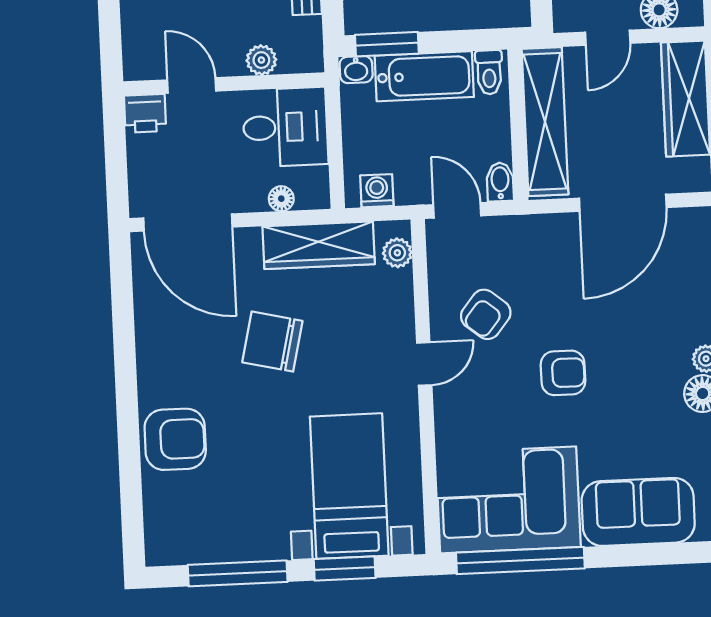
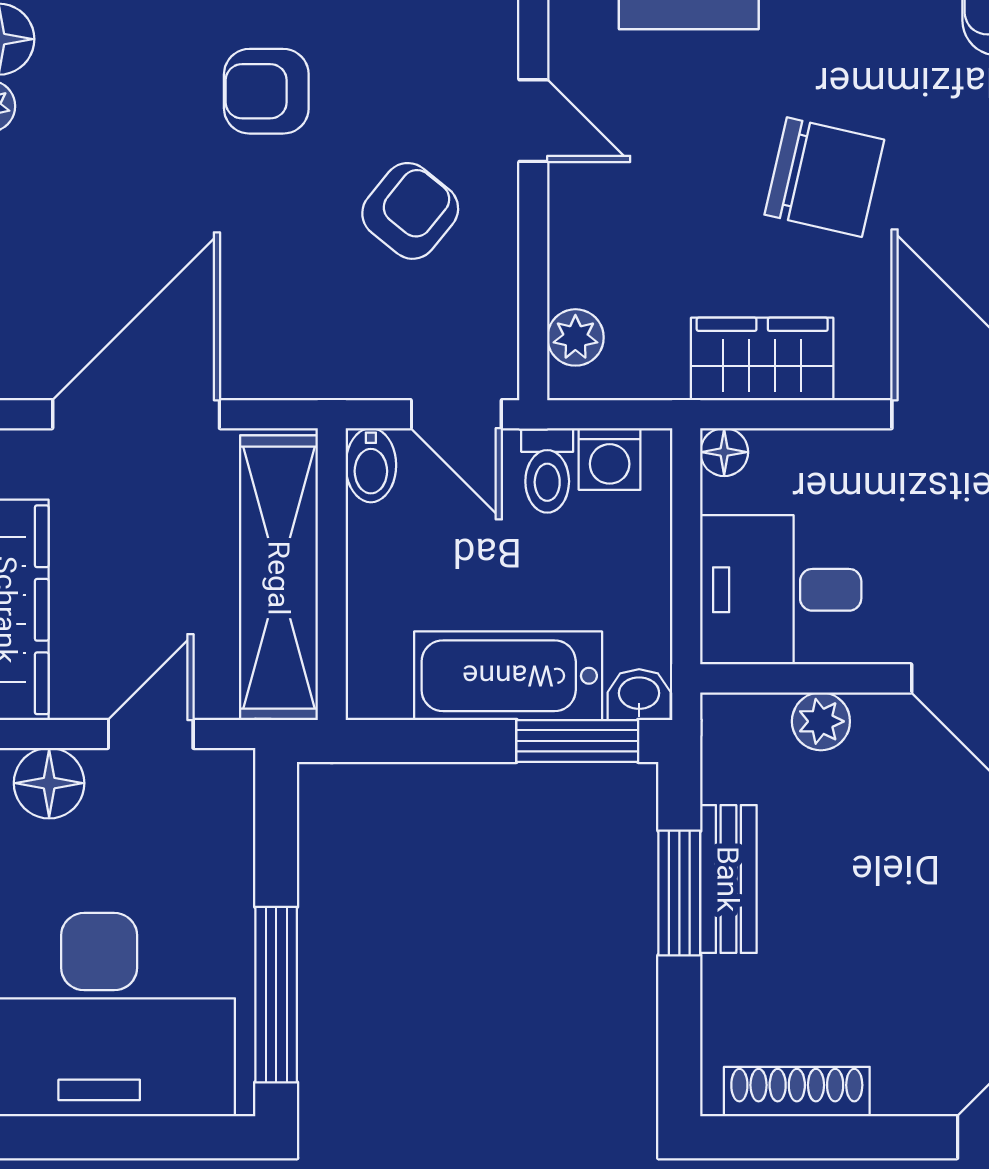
toilet: (489, 72) -> (547, 470), moved, turned 180
floor lamp: (281, 199) -> (724, 452), moved
wardrobe: (319, 245) -> (762, 359), width x0.67
door: (424, 364) -> (533, 121), swing flipped

